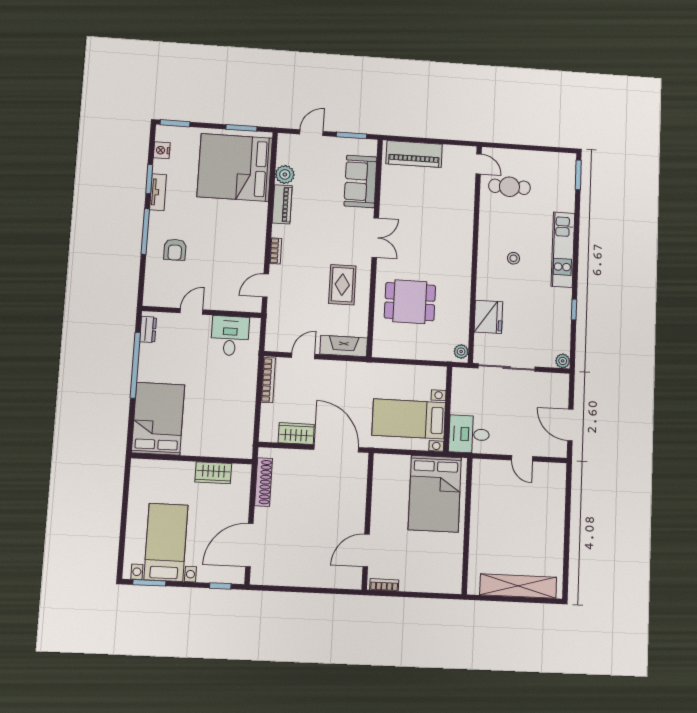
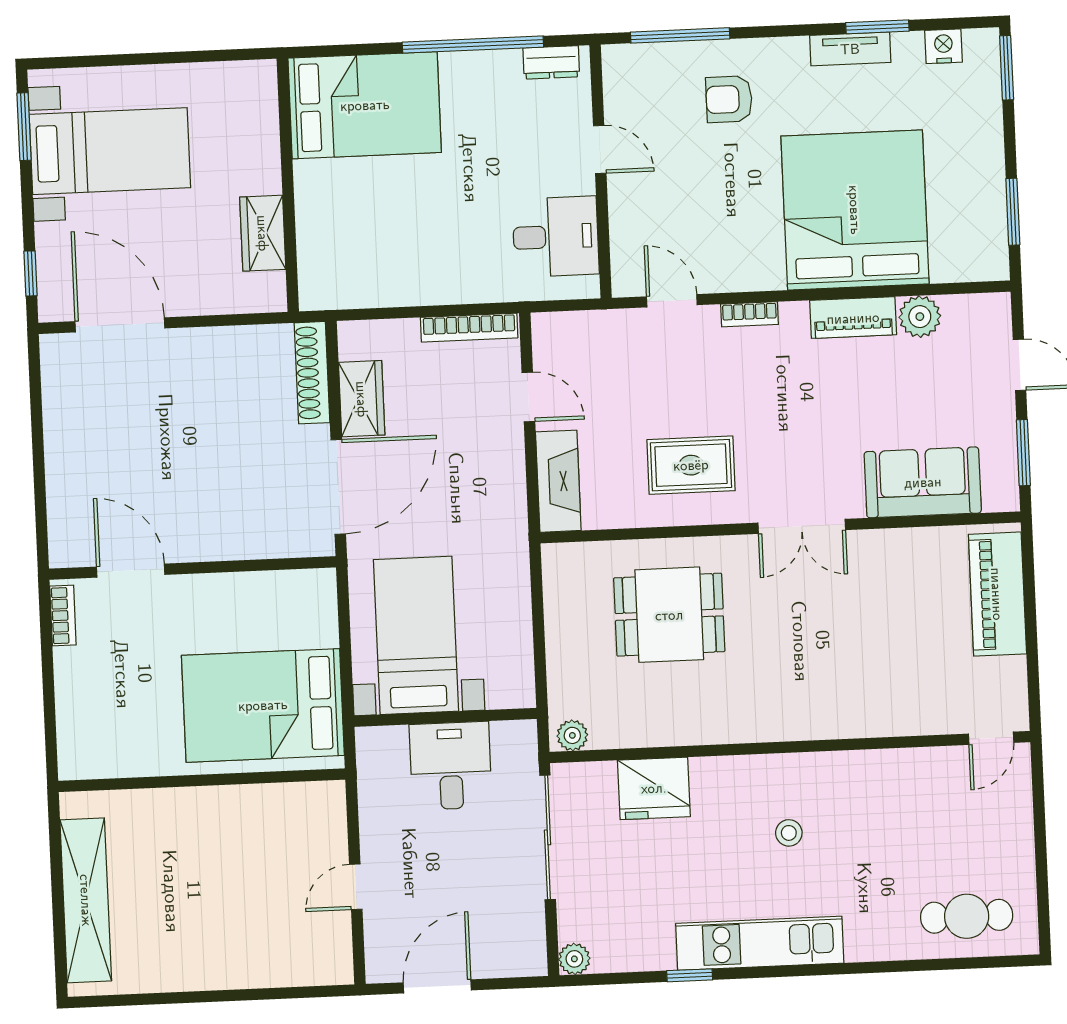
bed: (235, 167) -> (855, 210), moved
window: (578, 175) -> (991, 962), removed
cafe table: (509, 187) -> (967, 916), moved, turned 90
window: (145, 231) -> (680, 35), moved
kitchen unit: (563, 250) -> (760, 943), moved
dining table: (410, 302) -> (669, 615), turned 90
desk: (469, 434) -> (451, 766), moved
shoe rack: (263, 482) -> (312, 373), moved, turned 90

